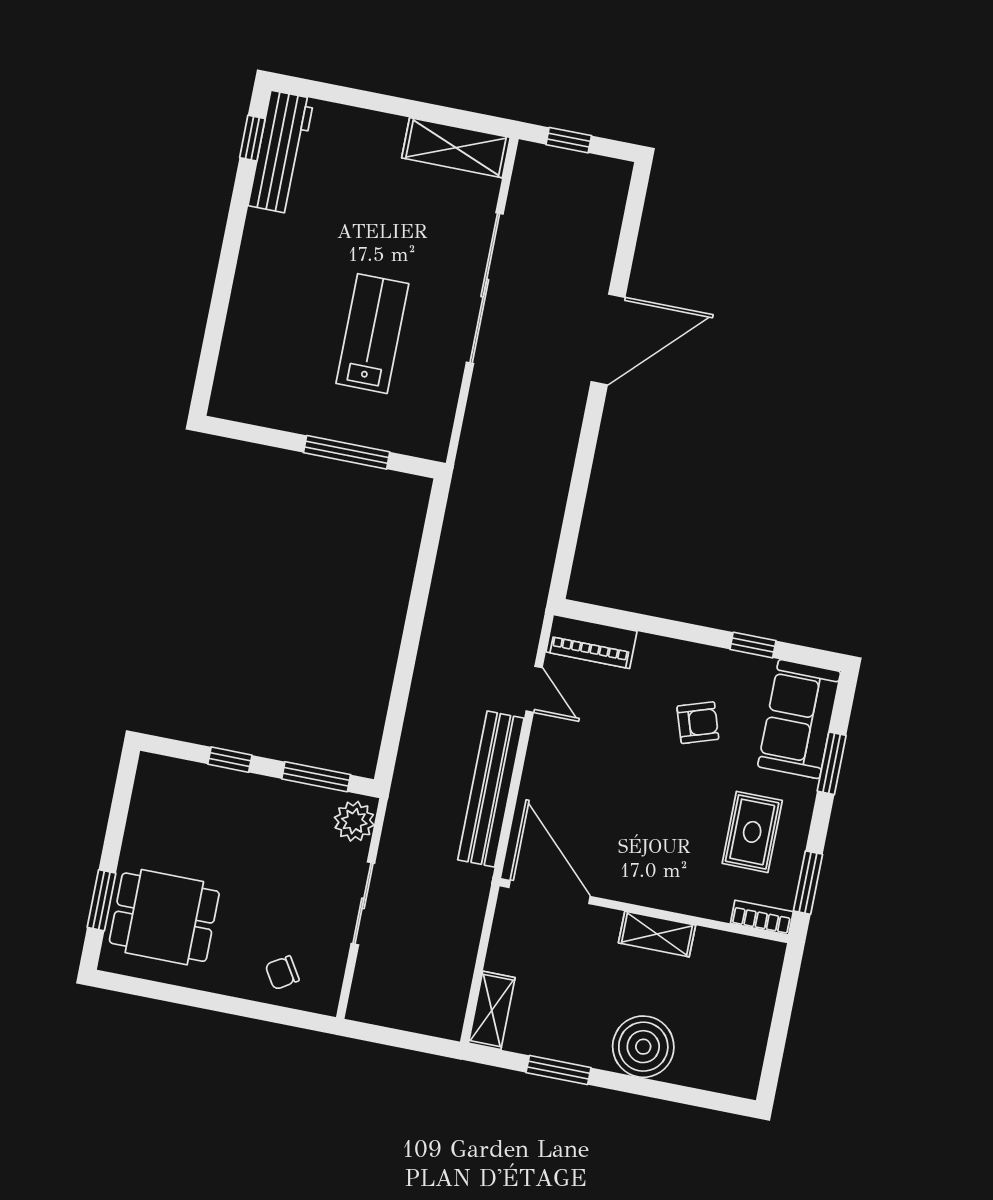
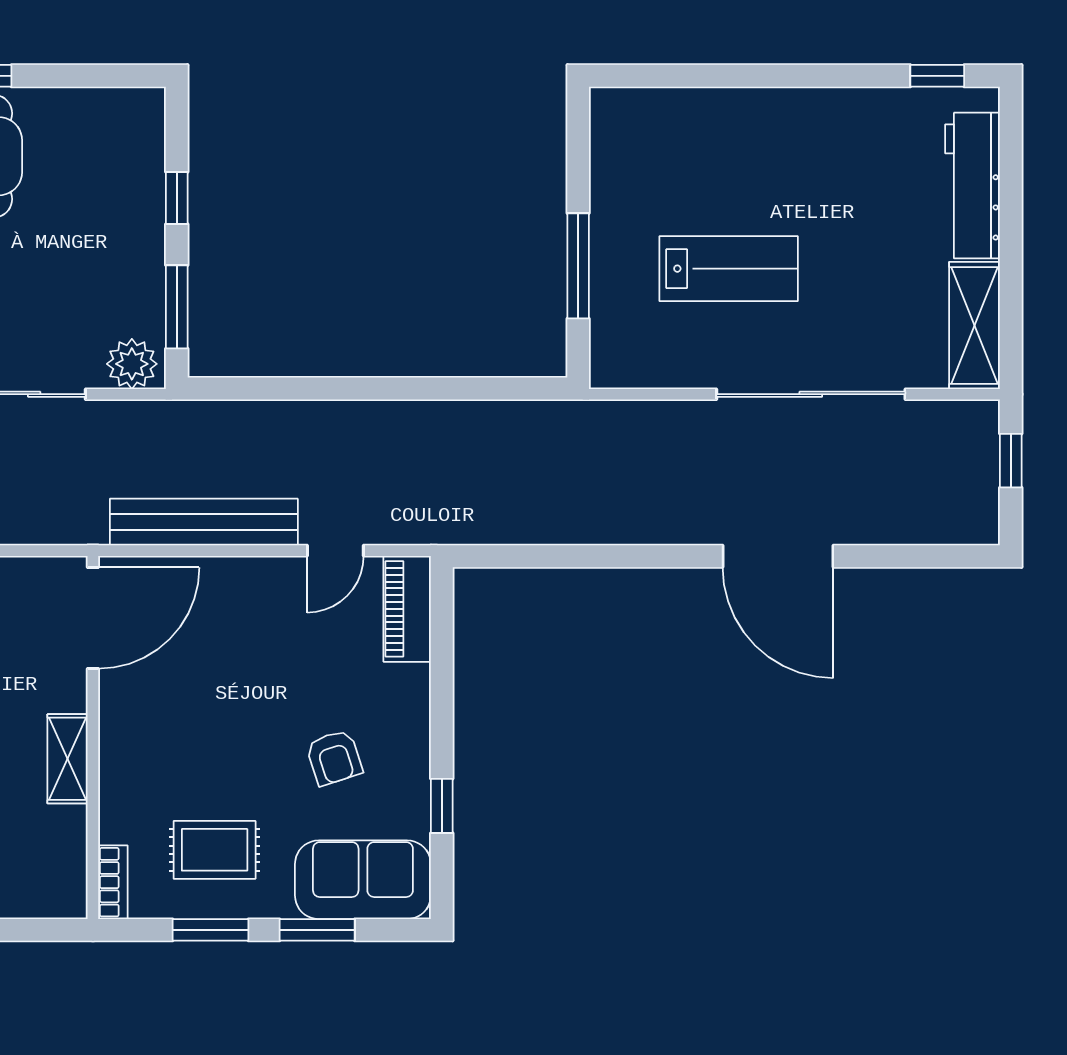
workbench: (281, 152) -> (973, 186), moved, turned 90
window: (808, 883) -> (211, 930), moved

